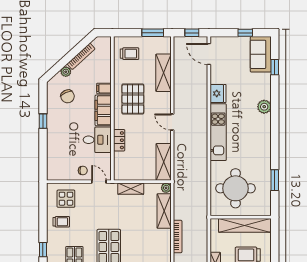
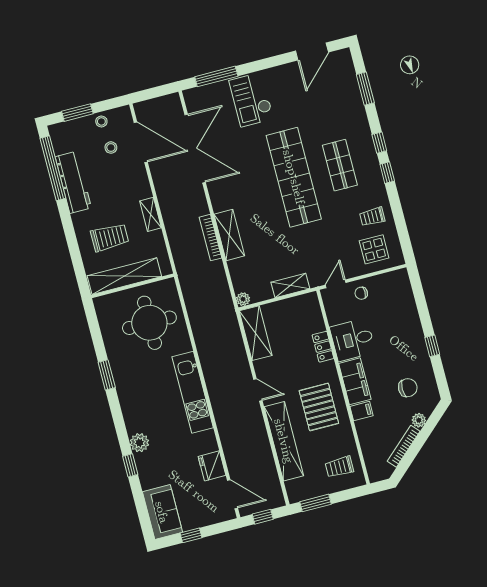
window: (275, 67) -> (130, 465), moved
shelving: (163, 73) -> (284, 441), width x1.47
fridge: (218, 93) -> (212, 466), moved
chair: (68, 96) -> (408, 388), turned 115
window: (275, 180) -> (107, 375), moved
door: (99, 182) -> (336, 284), swing flipped
shelving: (164, 211) -> (229, 235), moved

